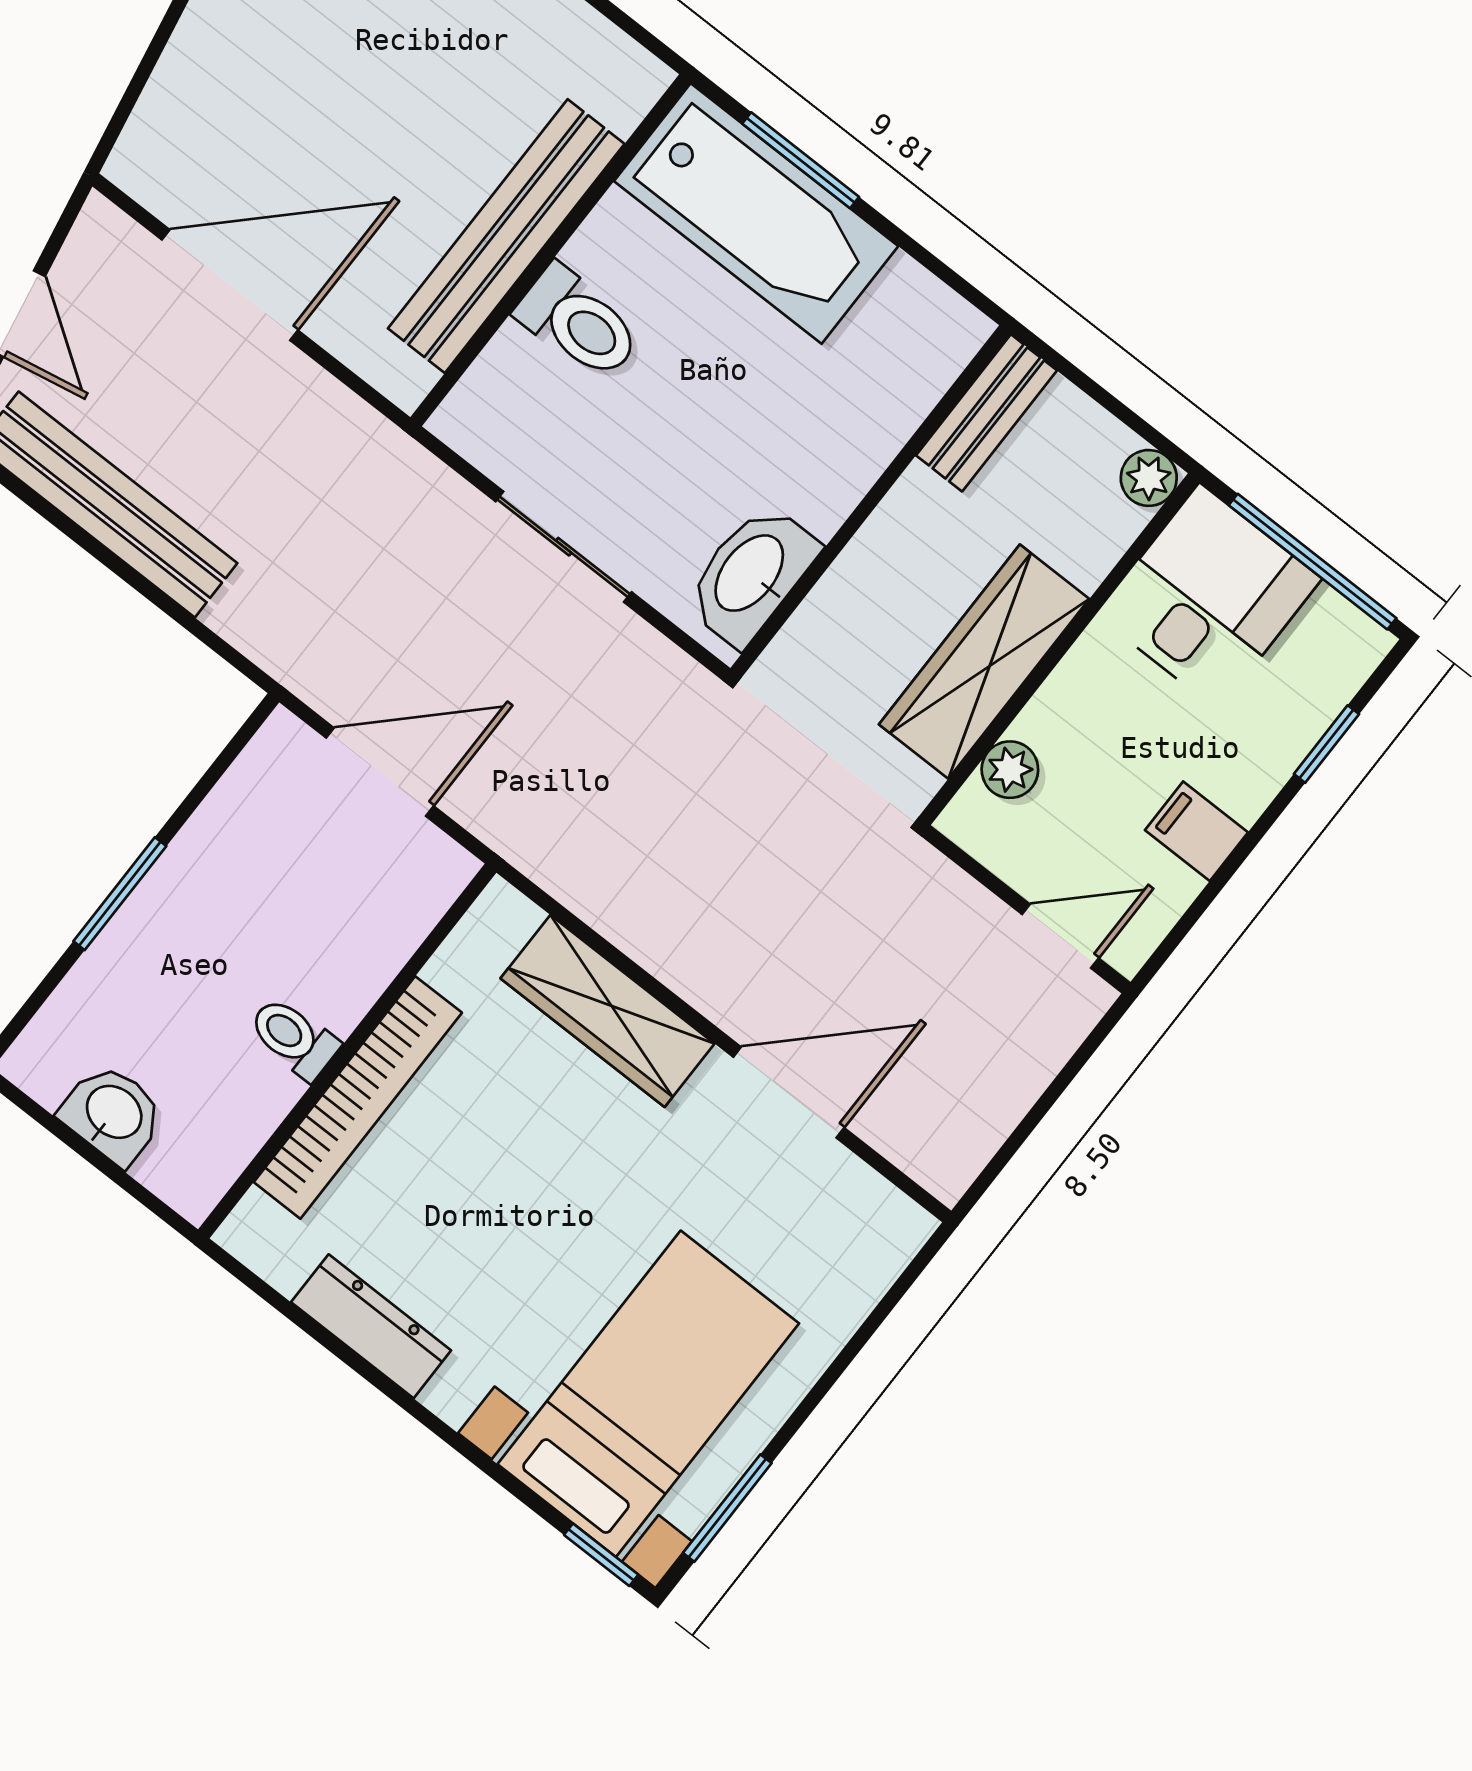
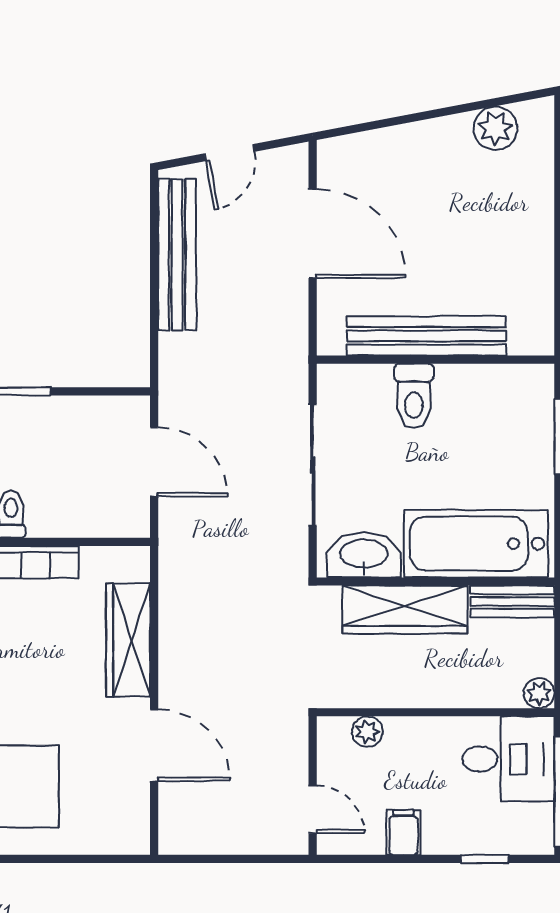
bathtub: (756, 214) -> (476, 544), moved, turned 90
sliding door: (564, 547) -> (313, 465), width x1.37
wardrobe: (984, 662) -> (405, 610), moved, turned 180

